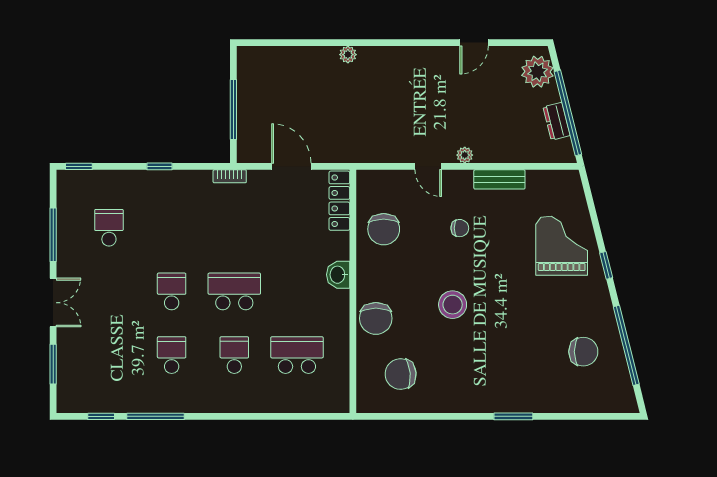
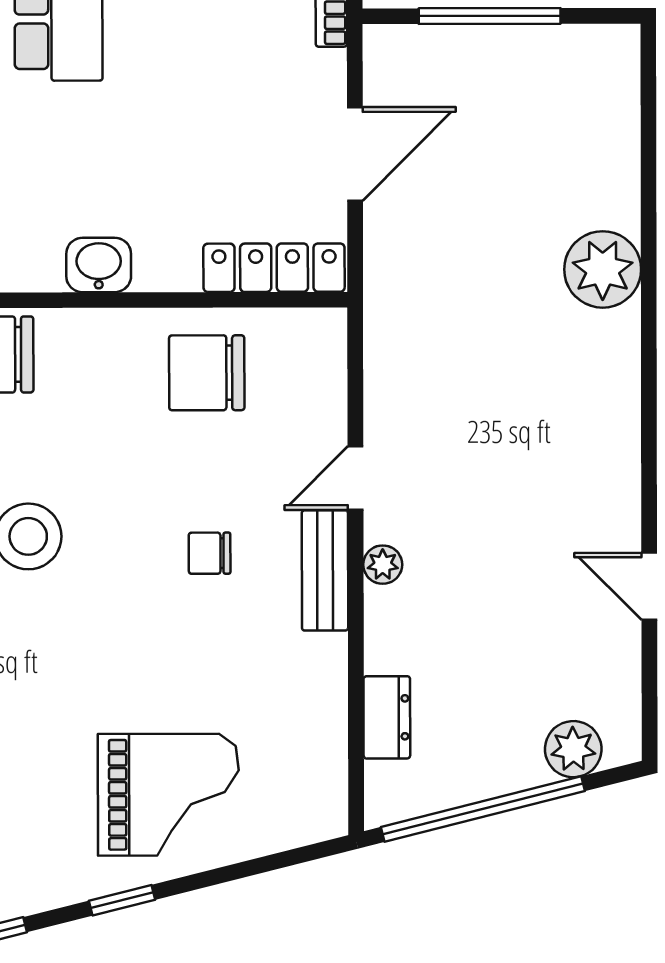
plant: (348, 55) -> (603, 269), width x1.88, depth x1.88
plant: (537, 72) -> (573, 749), width x0.73, depth x0.73
dresser: (557, 121) -> (387, 717), moved, turned 104
bench: (499, 179) -> (325, 570), moved
chair: (460, 228) -> (210, 553), turned 90

